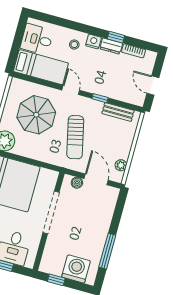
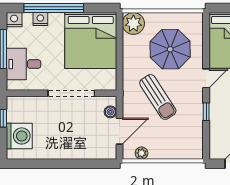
bench: (118, 112) -> (197, 135), removed
sun lounger: (75, 137) -> (158, 97), turned -110
window: (107, 251) -> (47, 164), removed

